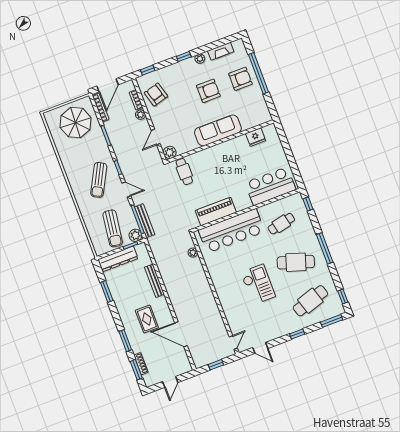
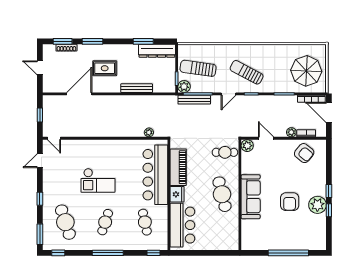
fireplace: (221, 51) -> (321, 226), removed
plant: (200, 59) -> (317, 205), width x1.88, depth x1.88
window: (148, 70) -> (329, 210), moved
armchair: (240, 79) -> (290, 235), removed
armchair: (156, 95) -> (304, 153), turned 55
fridge: (256, 137) -> (177, 194), moved, turned 180
cafe table: (226, 159) -> (222, 194), added
dresser: (118, 259) -> (157, 51), moved, turned -90
cafe table: (296, 262) -> (105, 222), width x0.73, depth x0.74

